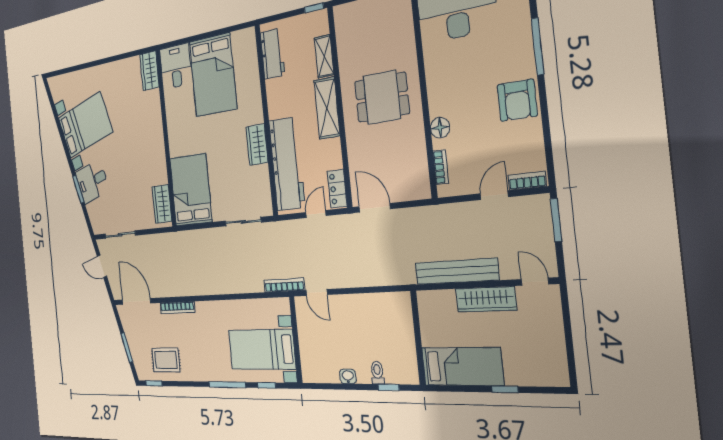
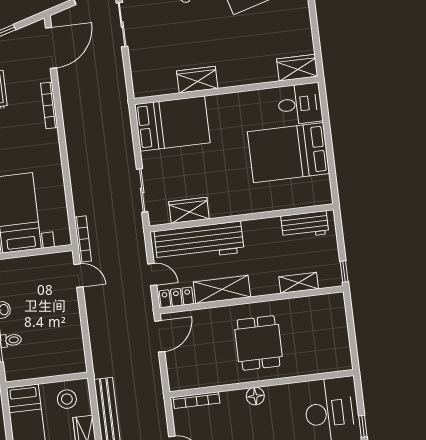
shelving: (327, 108) -> (222, 290), moved
floor lamp: (440, 128) -> (255, 396), moved
wardrobe: (257, 145) -> (189, 210), moved
bookcase: (441, 167) -> (197, 400), width x1.56
wardrobe: (162, 204) -> (197, 80), moved
door: (317, 292) -> (79, 276), swing flipped
stool: (438, 317) -> (67, 399), added

